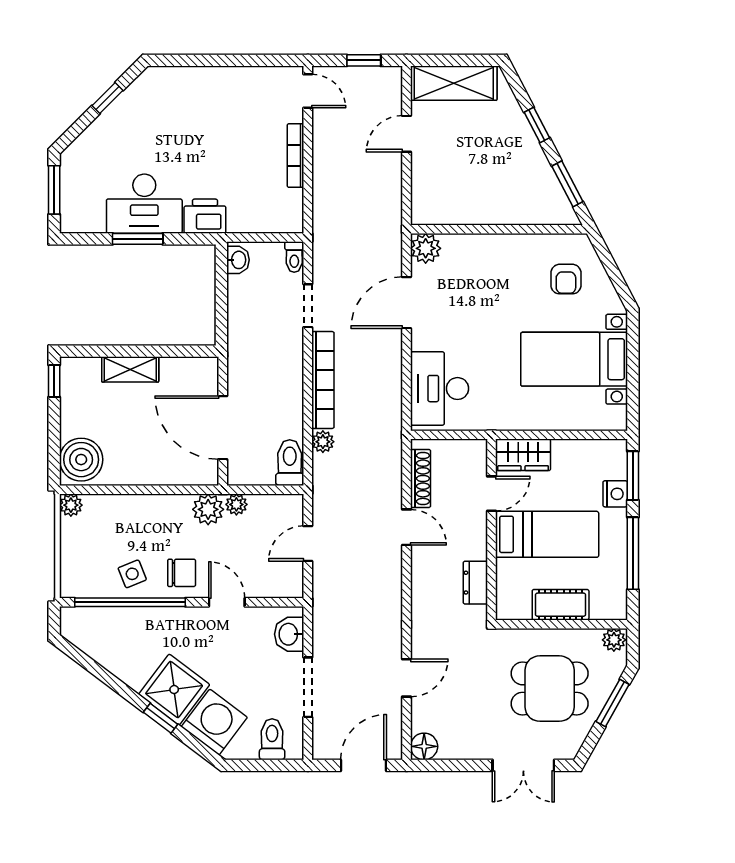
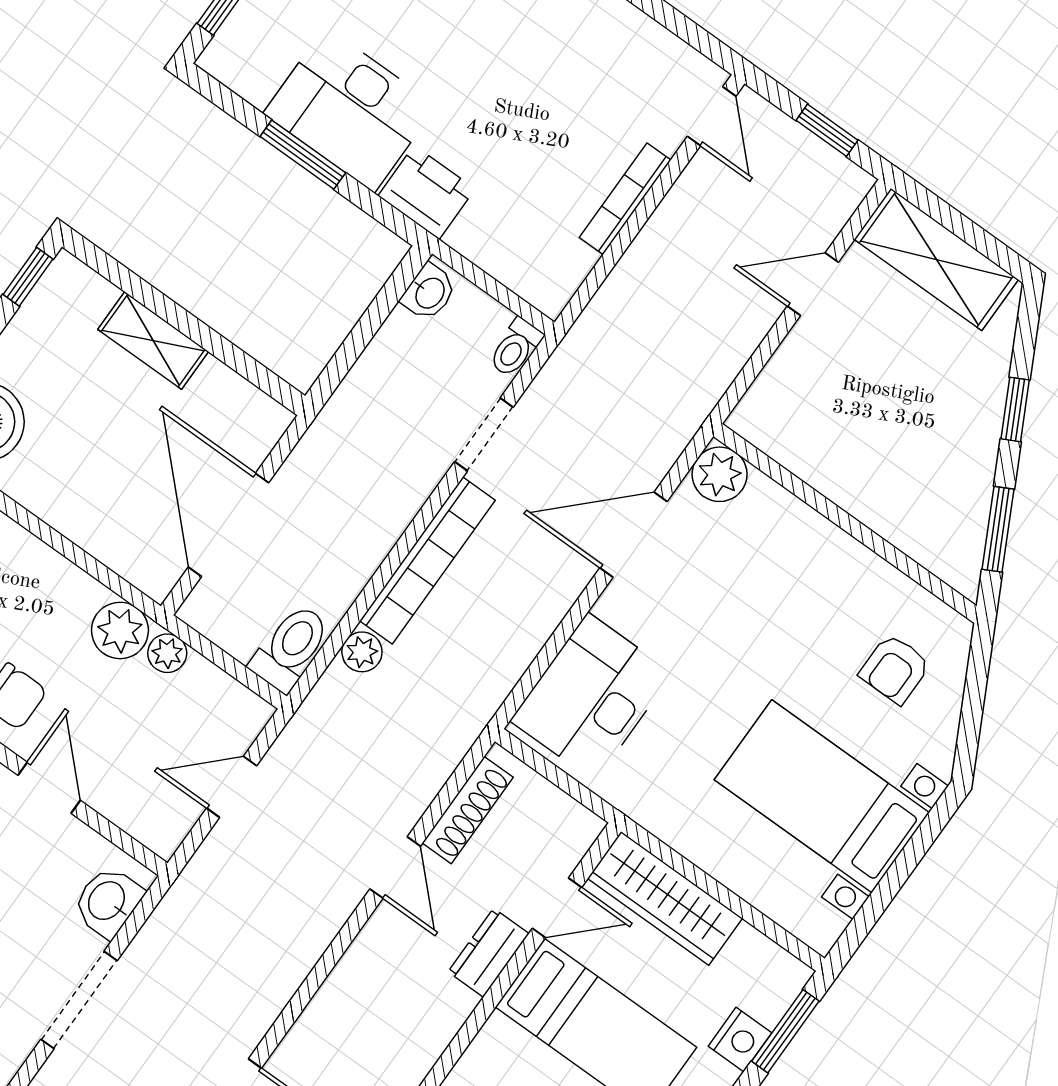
wardrobe: (523, 455) -> (665, 898), width x1.50
dresser: (475, 583) -> (489, 953), moved

